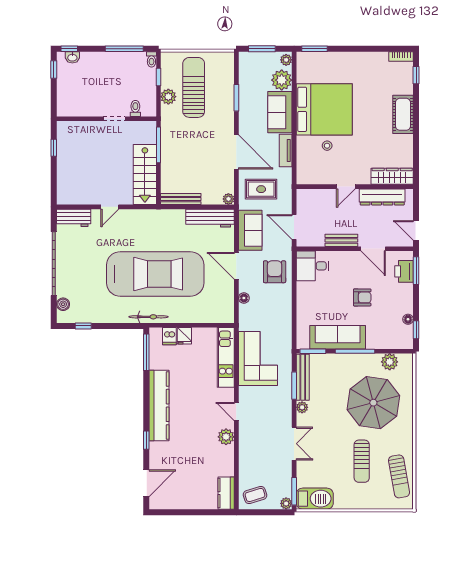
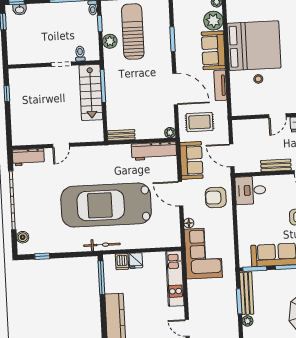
stairs: (145, 175) -> (91, 92), moved
bench: (181, 199) -> (121, 135), width x0.73
armchair: (275, 272) -> (216, 197), turned -90
car: (155, 274) -> (106, 205), turned 180
corner sofa: (258, 359) -> (203, 253), moved

